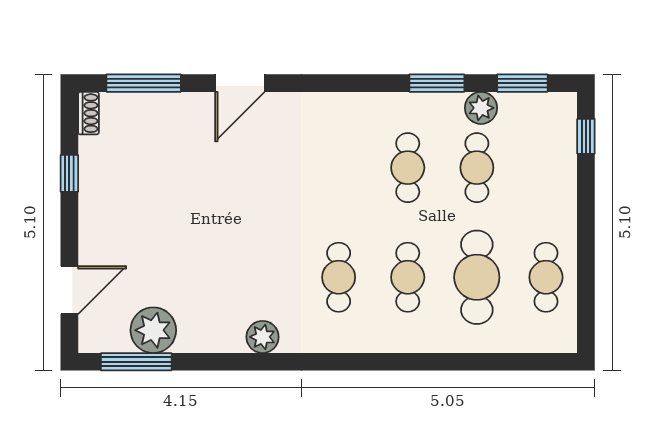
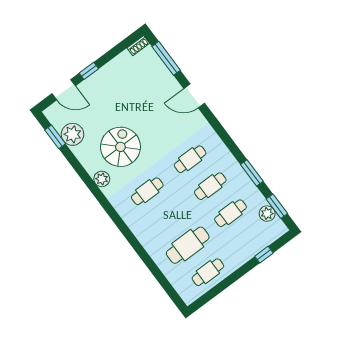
plant: (481, 108) -> (267, 214), moved
window: (586, 136) -> (264, 255), moved
window: (69, 173) -> (89, 71), moved
spiral stairs: (233, 267) -> (120, 147), added
cafe table: (408, 277) -> (190, 159), moved
window: (136, 362) -> (55, 137), width x0.69

